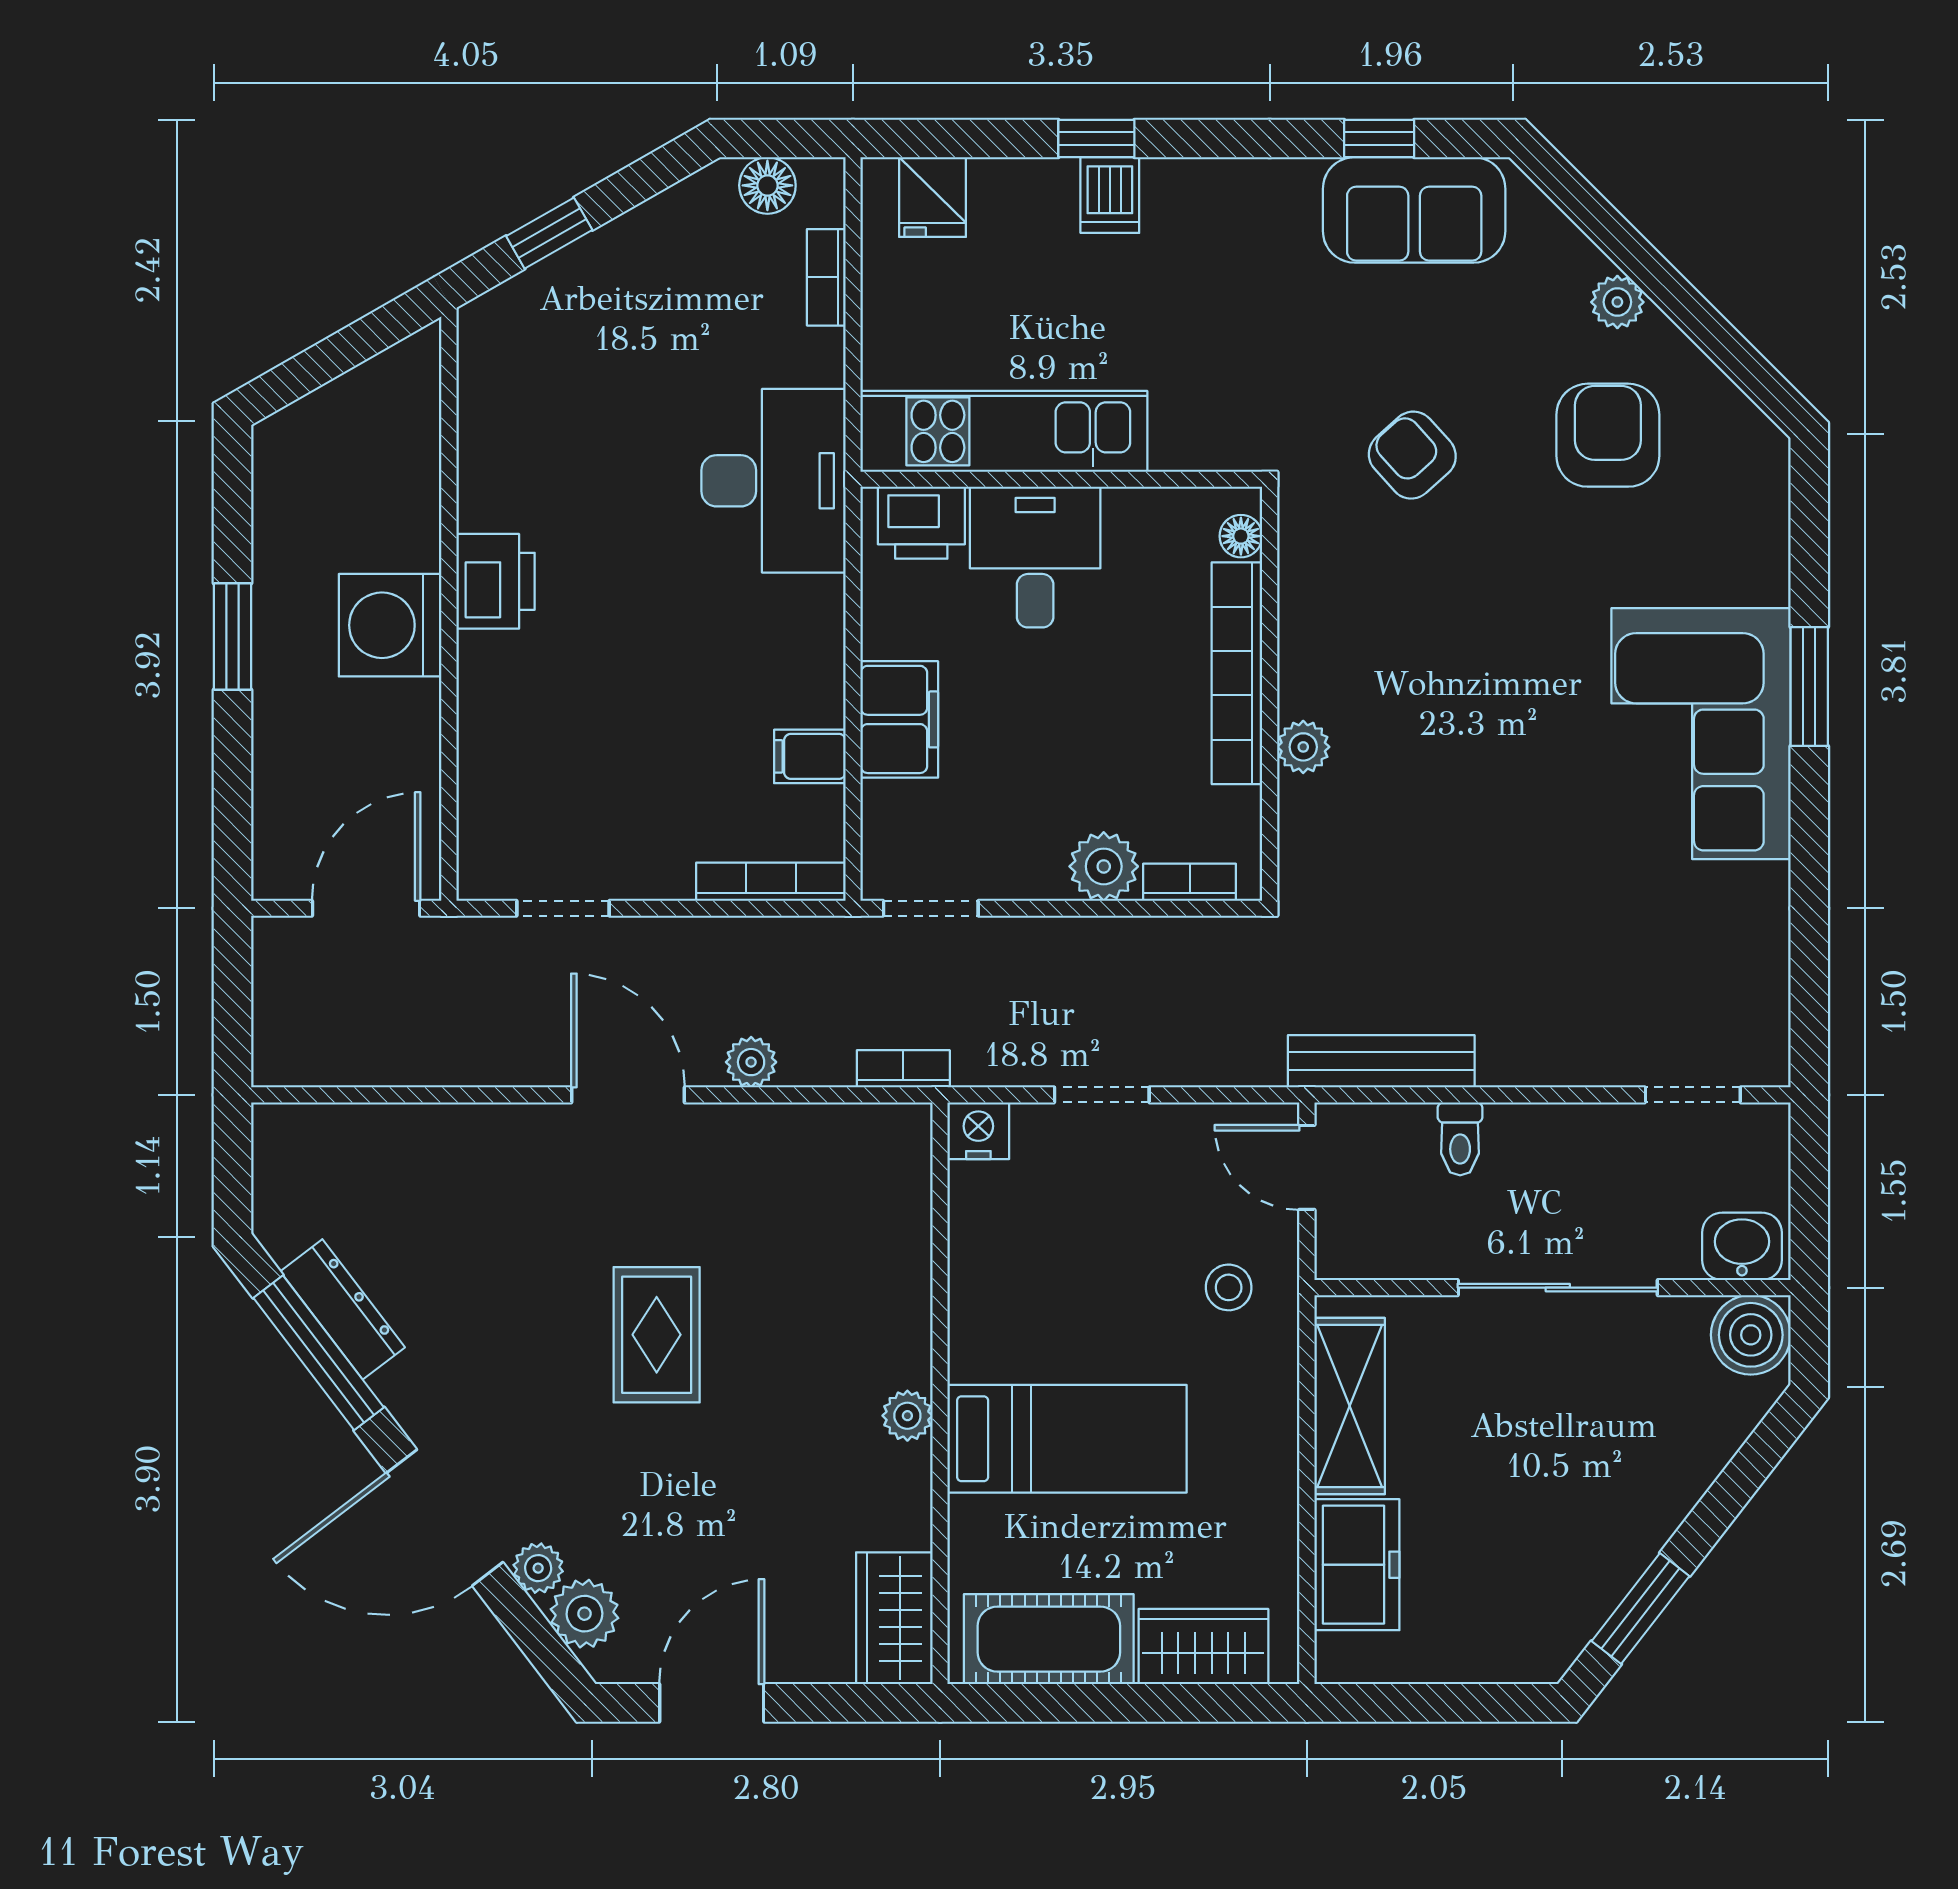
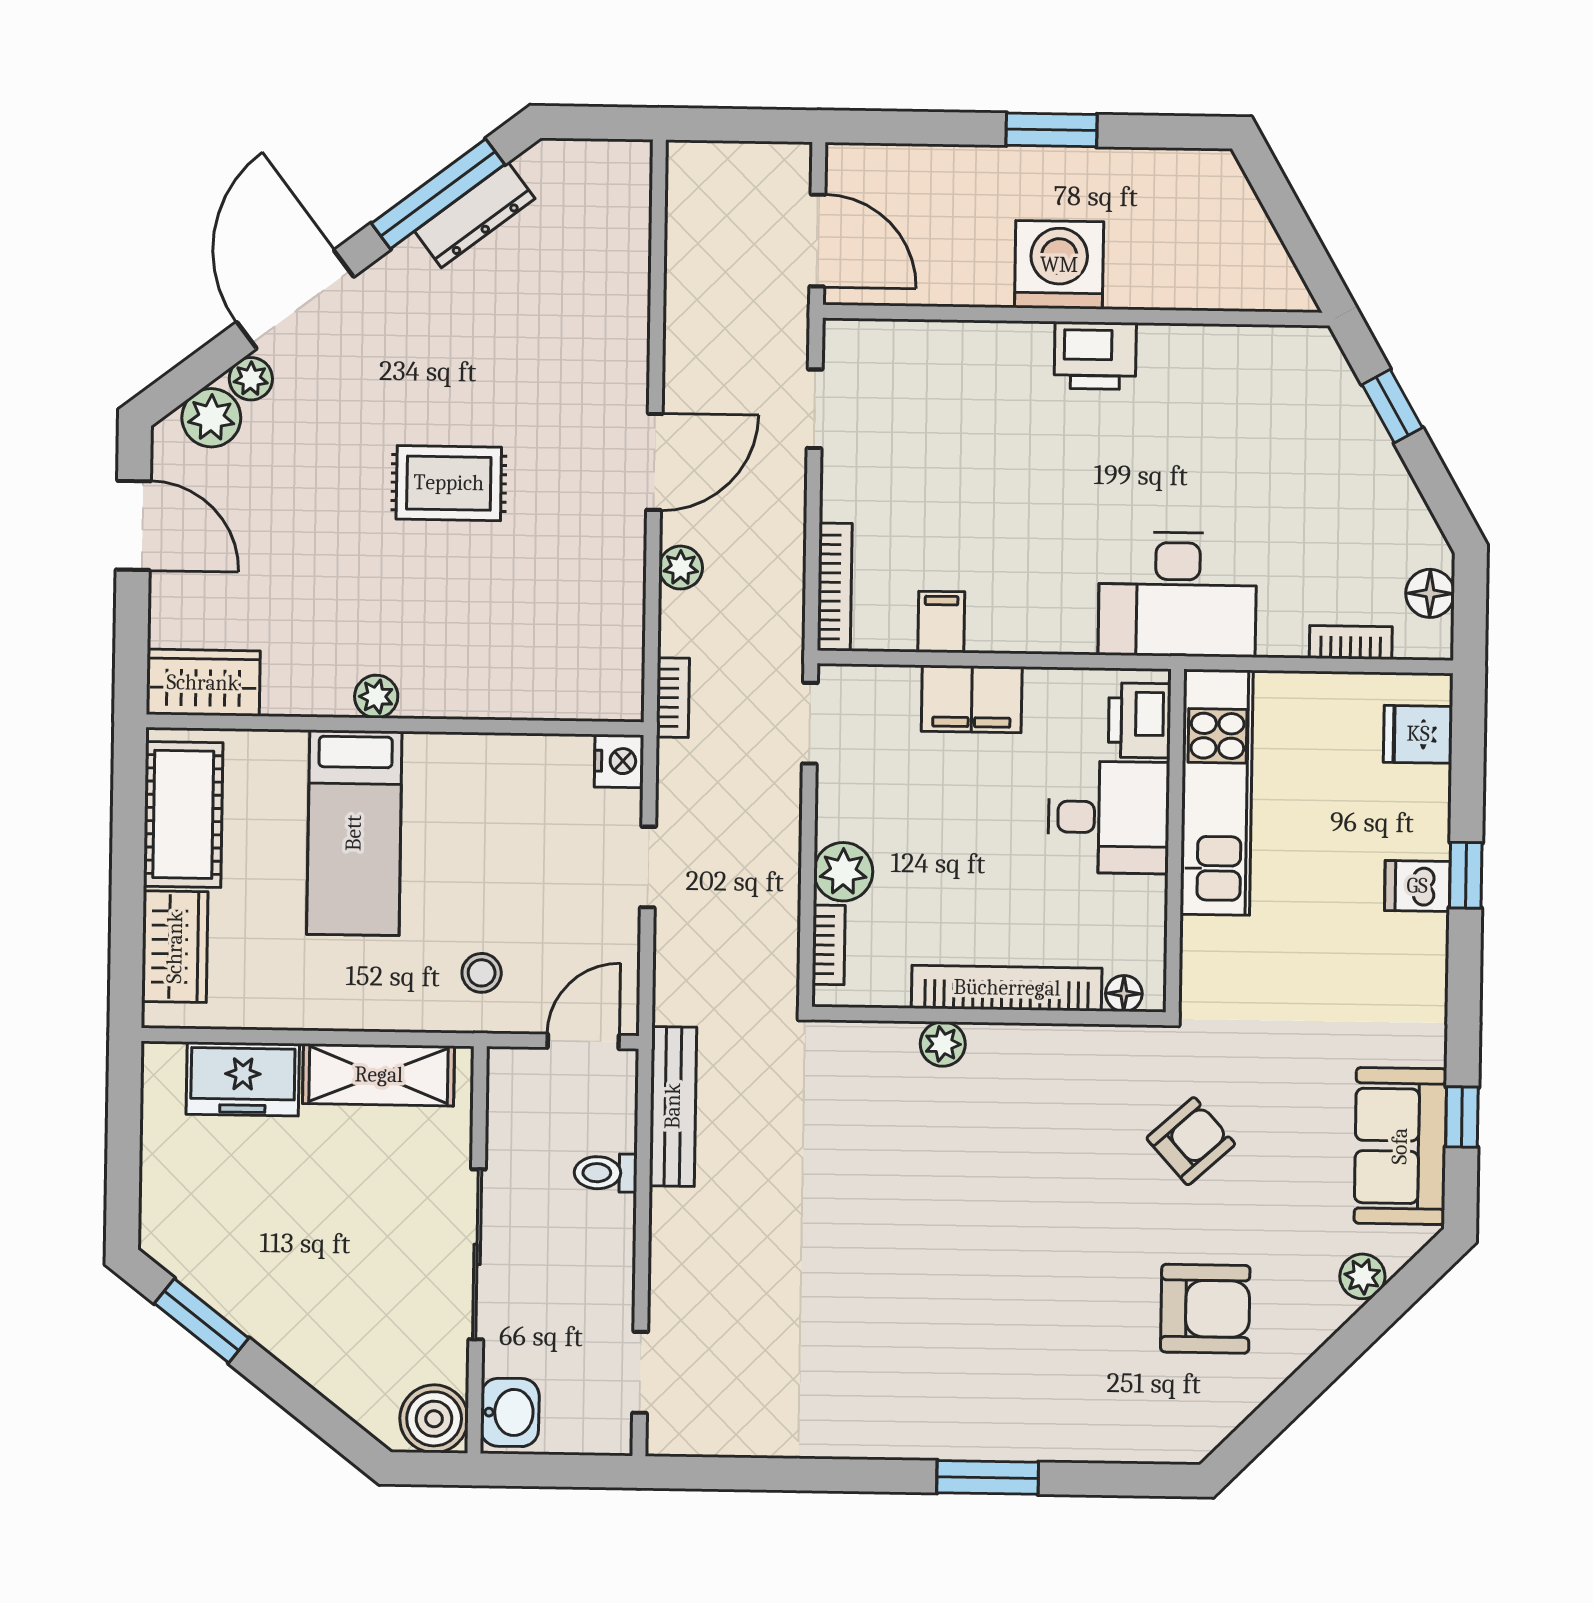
plant: (1617, 302) -> (1362, 1276), moved
corner sofa: (1701, 734) -> (949, 1384), removed

